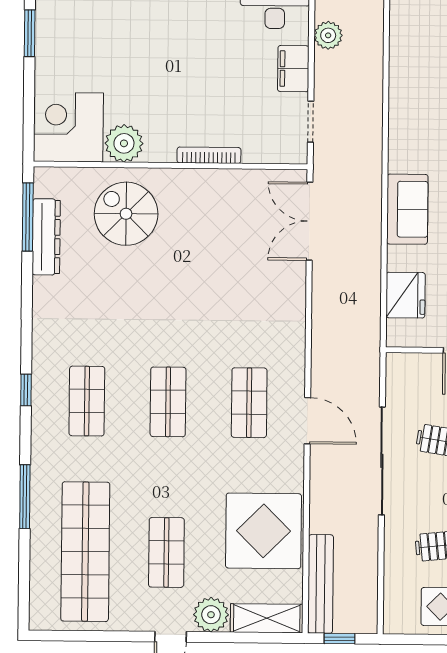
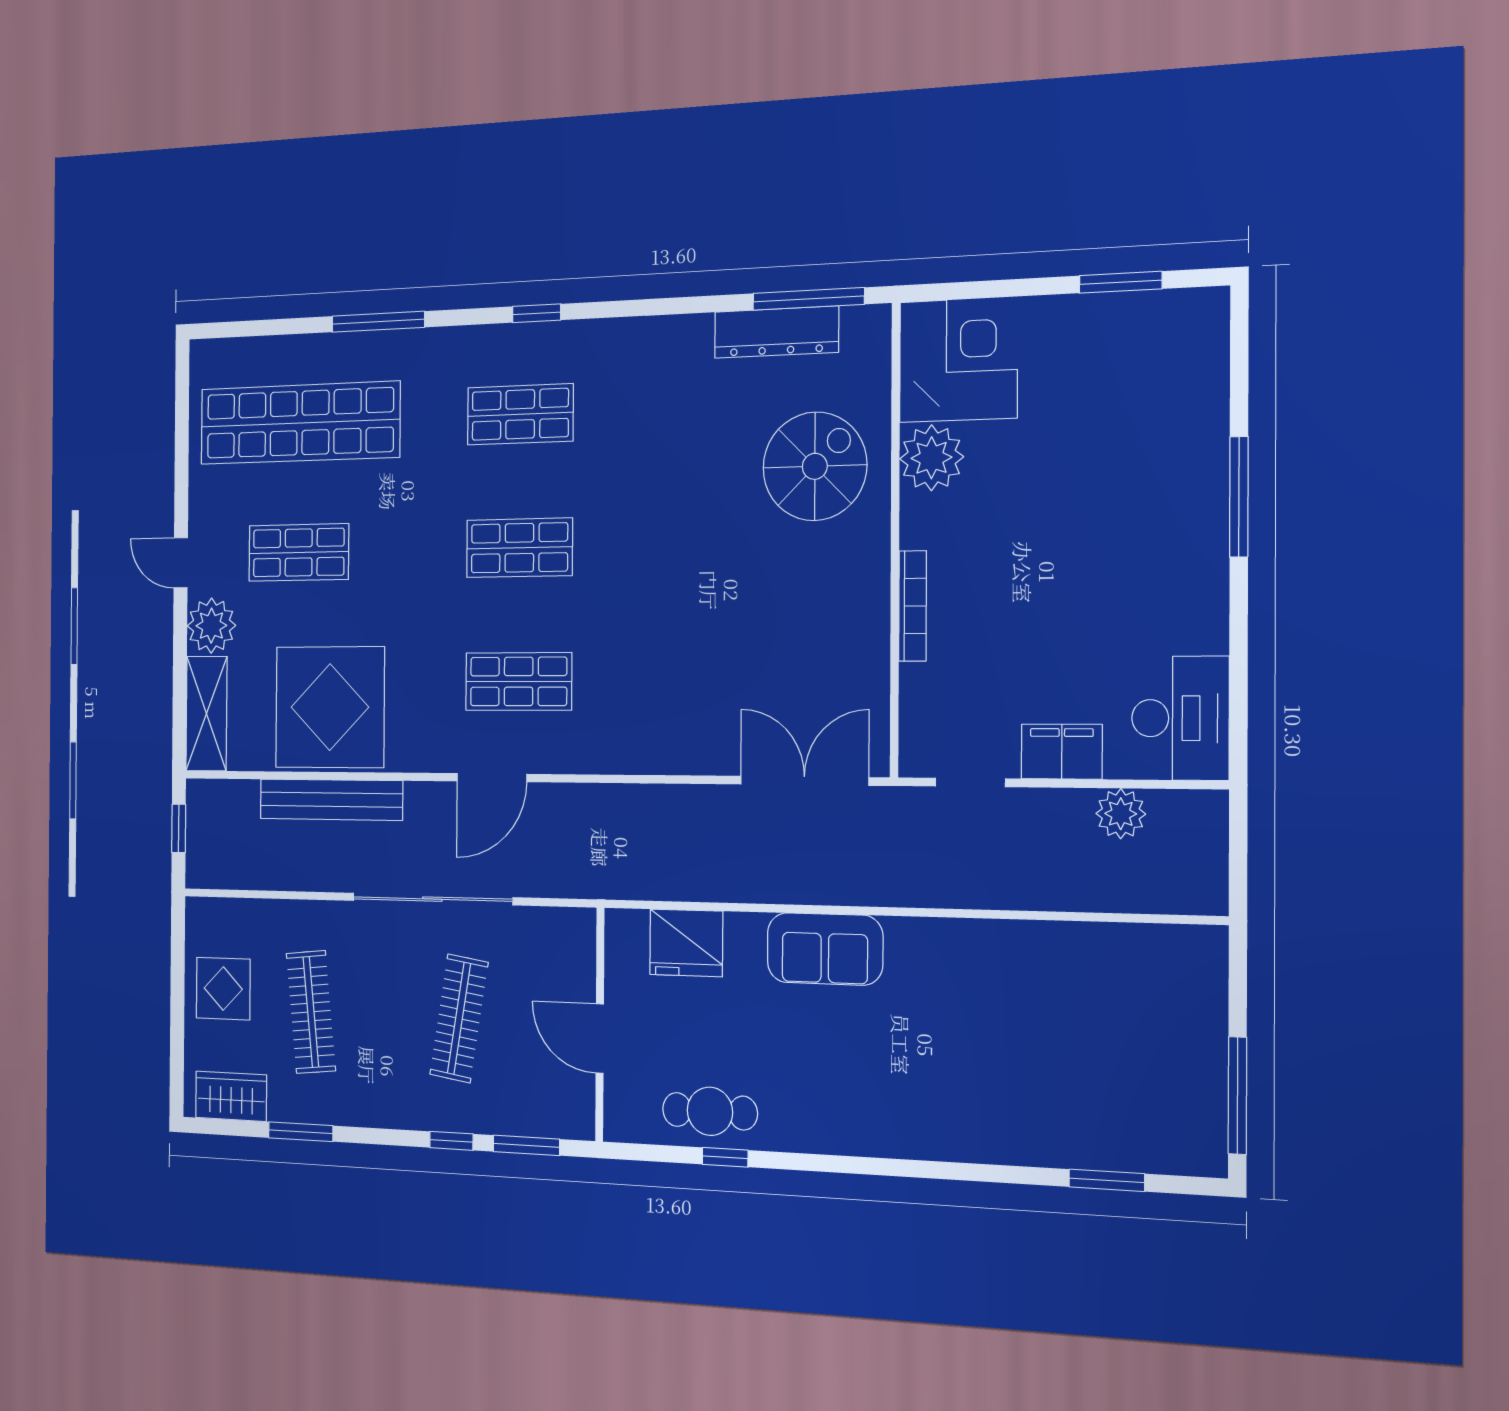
bench: (321, 584) -> (331, 800), moved

